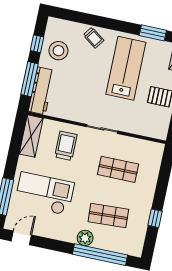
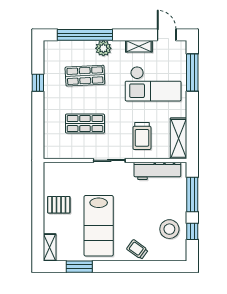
workbench: (41, 91) -> (157, 171), moved, turned -90
shelving: (50, 233) -> (139, 46), added
door: (21, 238) -> (167, 35), swing flipped

